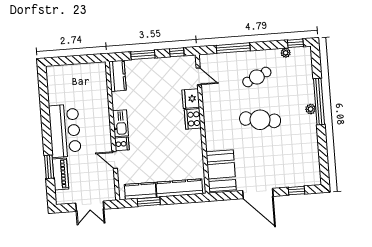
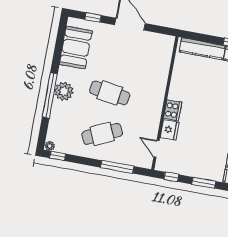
plant: (286, 53) -> (50, 146), moved
cafe table: (257, 77) -> (102, 134), width x1.37, depth x1.35
plant: (311, 109) -> (64, 91), width x1.87, depth x1.87
booth: (221, 171) -> (76, 48), moved

